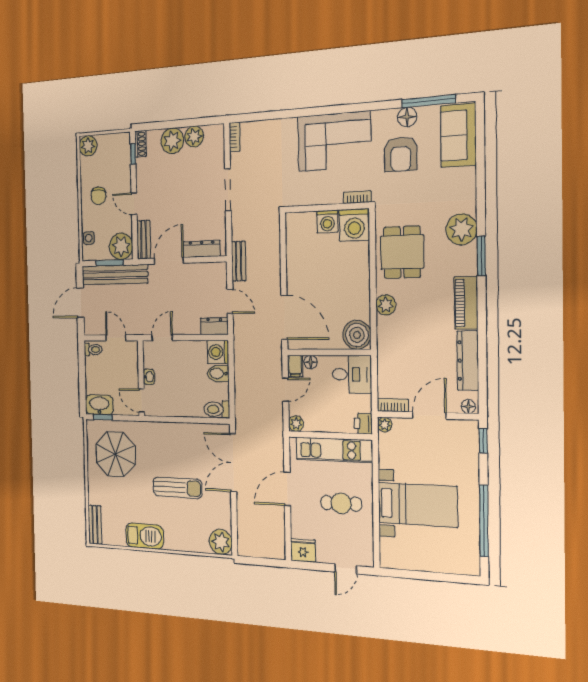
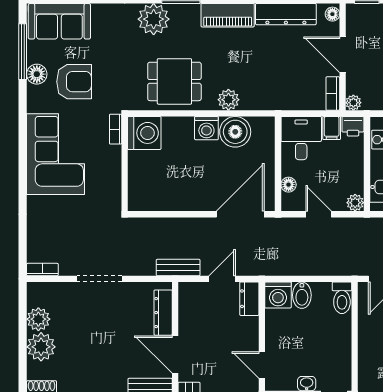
washing machine: (327, 222) -> (206, 128), moved, turned 90
boiler: (357, 335) -> (235, 132), moved
filing cabinet: (295, 366) -> (332, 128), moved, turned 90

